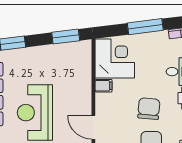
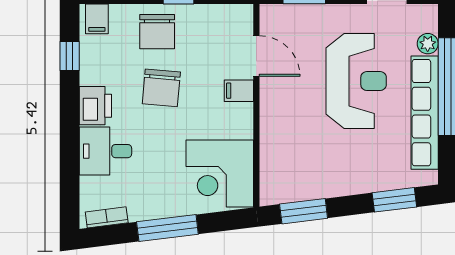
filing cabinet: (104, 86) -> (239, 91), moved

